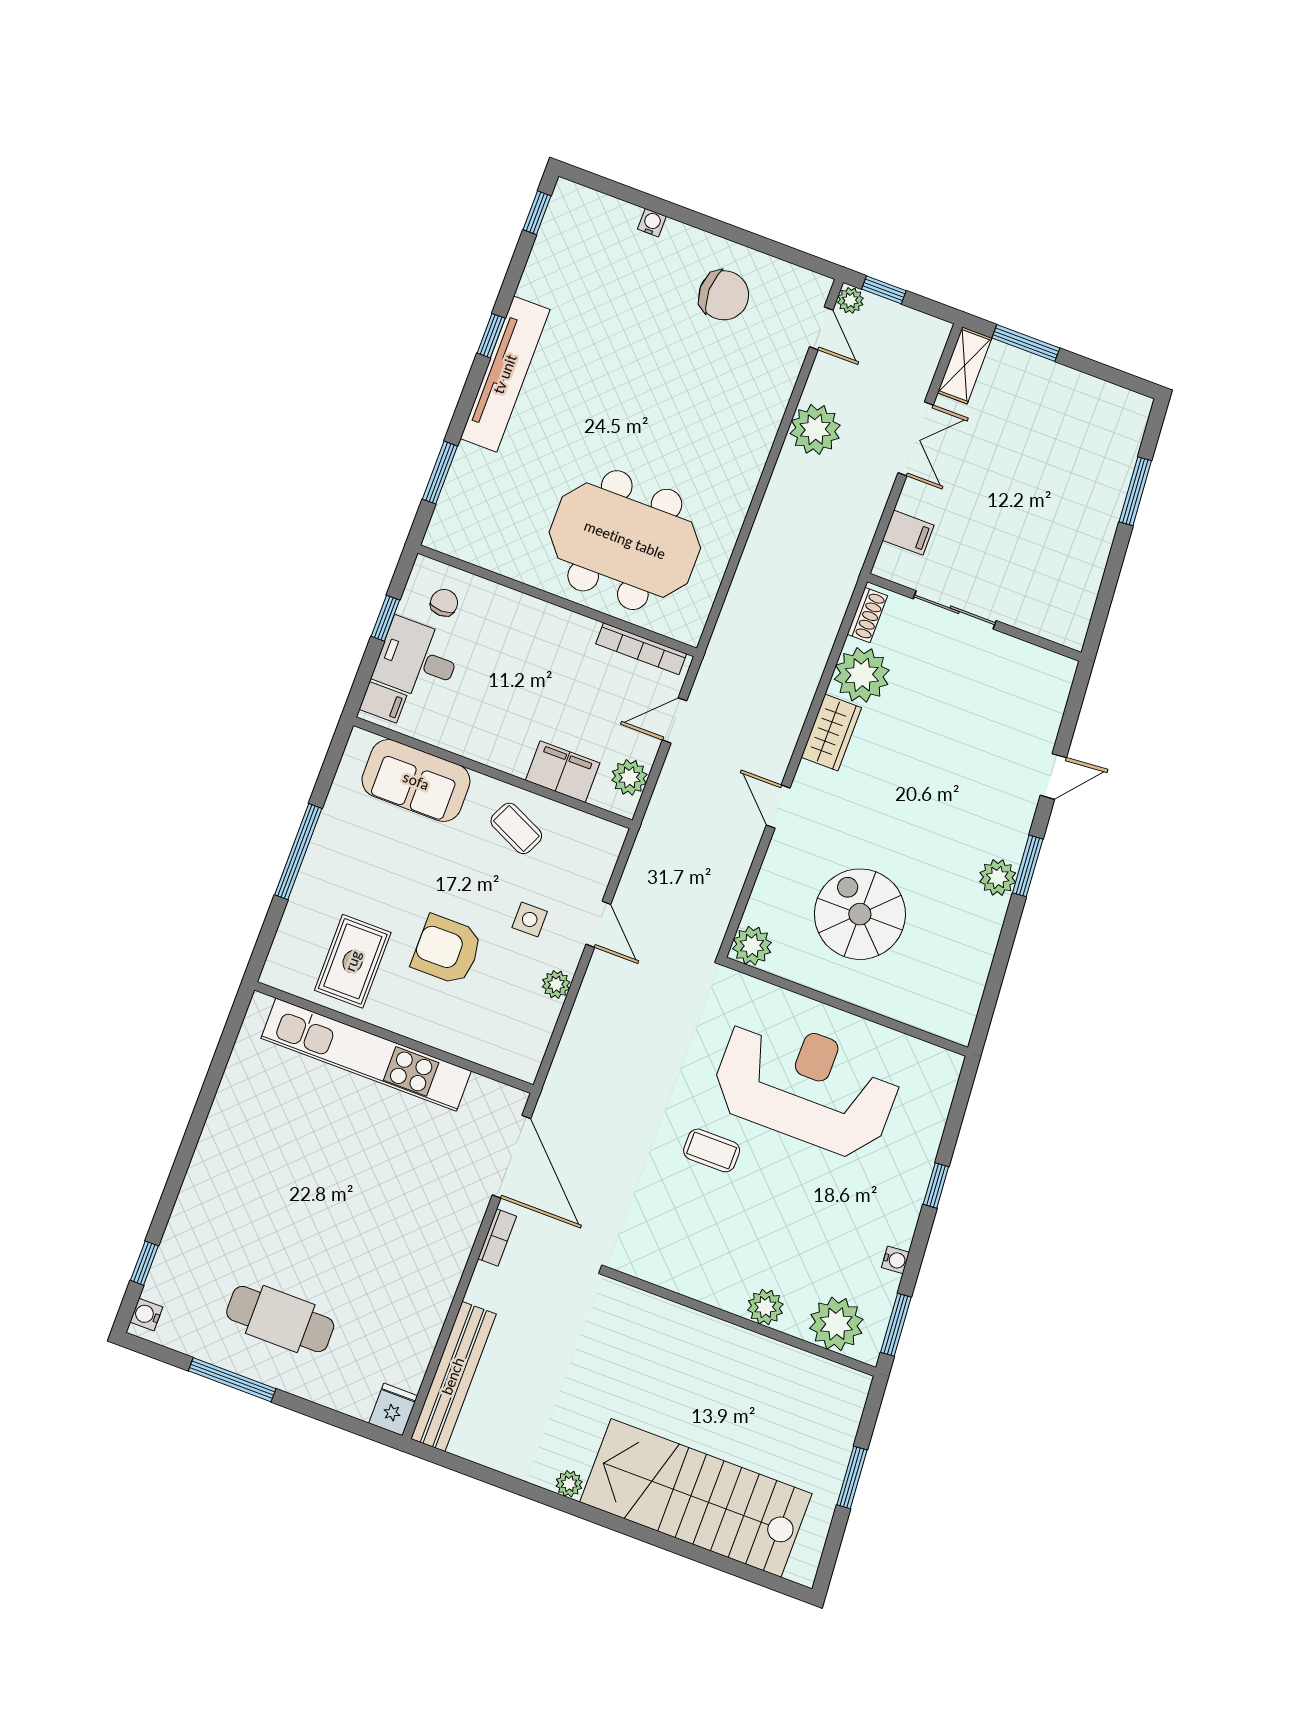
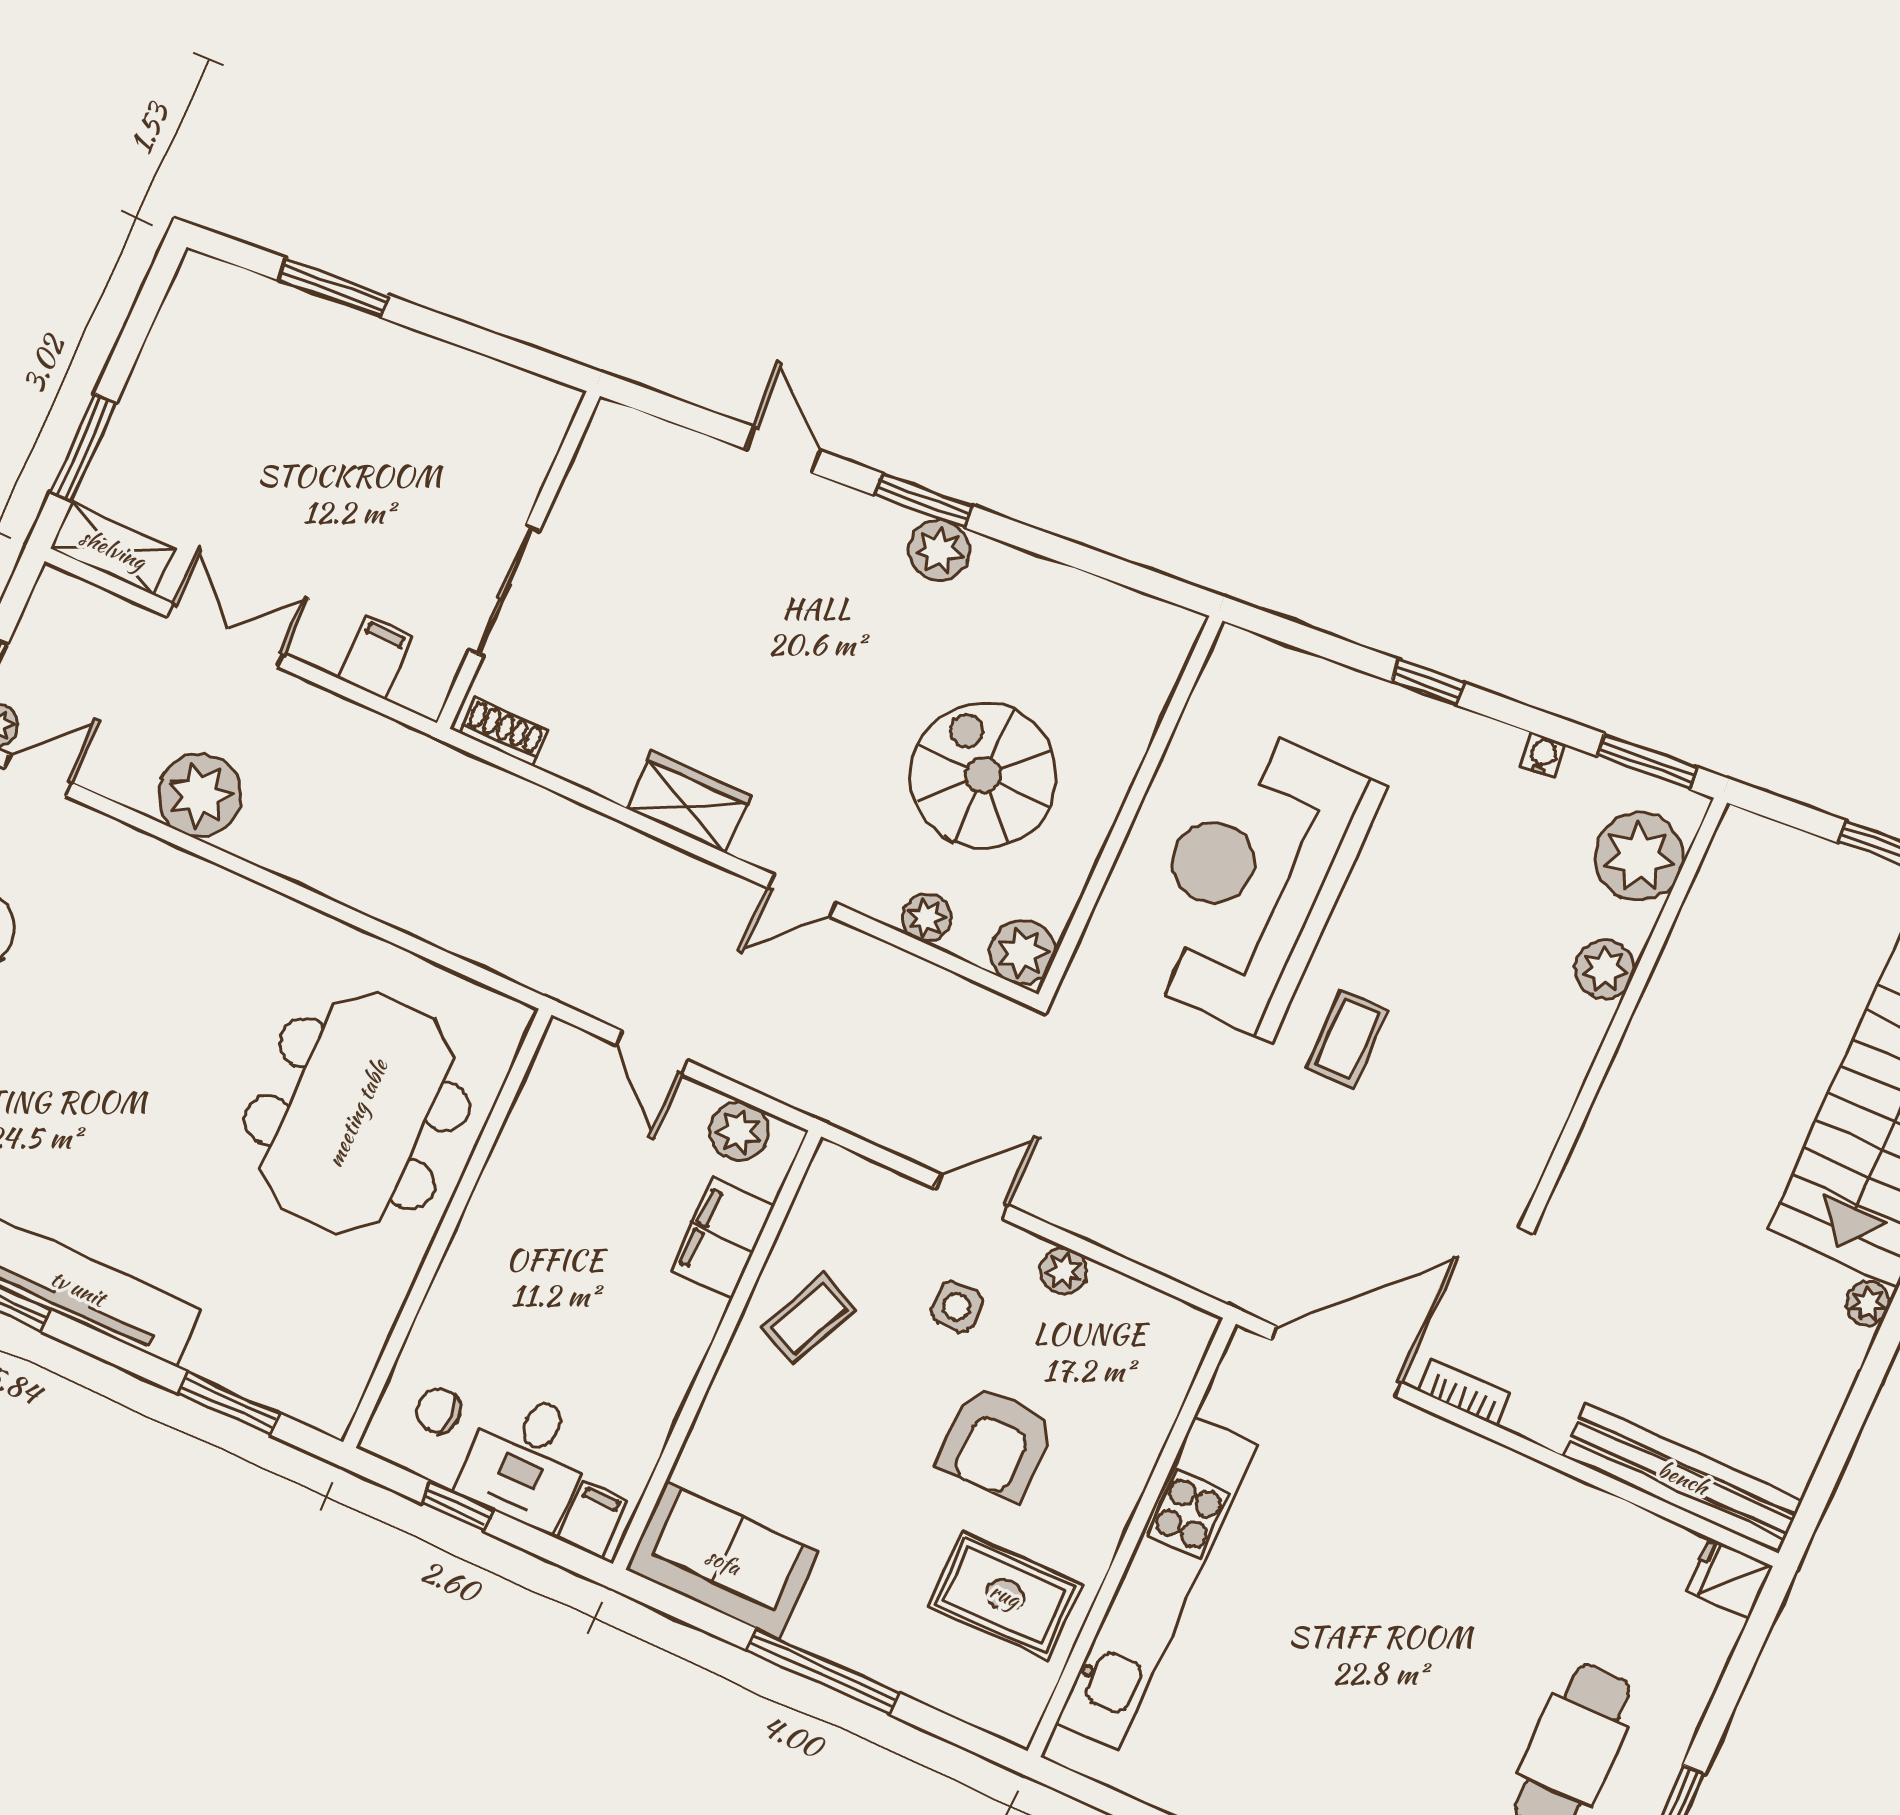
bookcase: (641, 649) -> (534, 1099), removed
plant: (862, 675) -> (927, 918), moved, width x0.53, depth x0.53
sofa: (416, 781) -> (723, 1561), moved, turned -90
spiral stairs: (860, 914) -> (983, 775), turned 90

